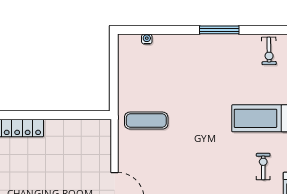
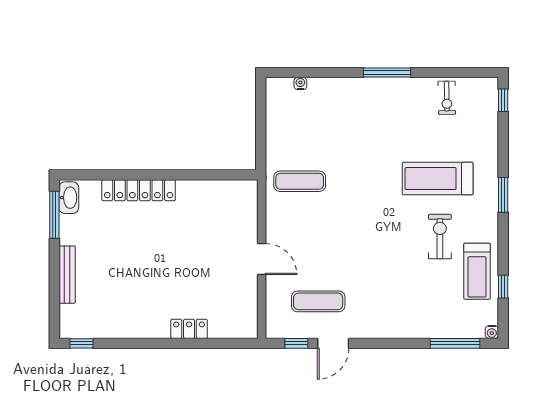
exercise bike: (263, 167) -> (440, 236), width x1.38, depth x1.39

